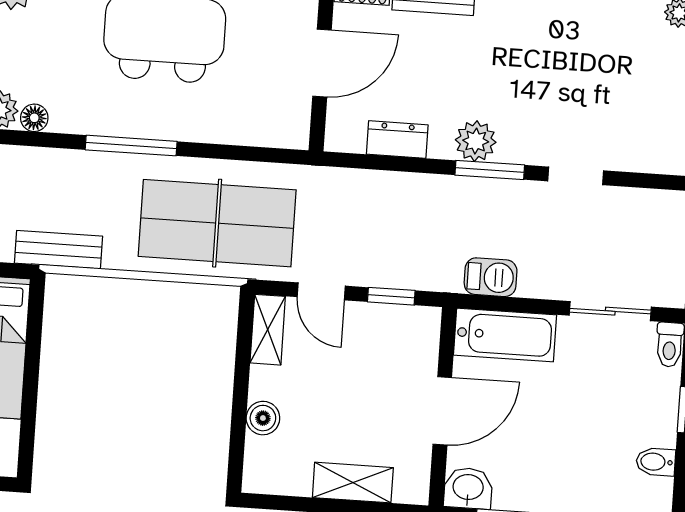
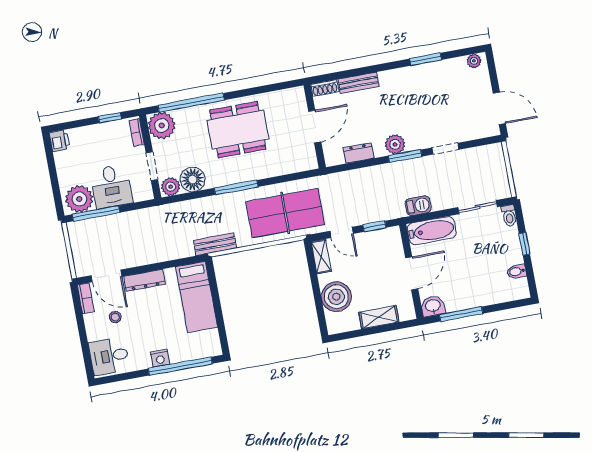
floor lamp: (34, 118) -> (193, 179), width x1.89, depth x1.89
boiler: (263, 418) -> (336, 297), width x1.86, depth x1.86

